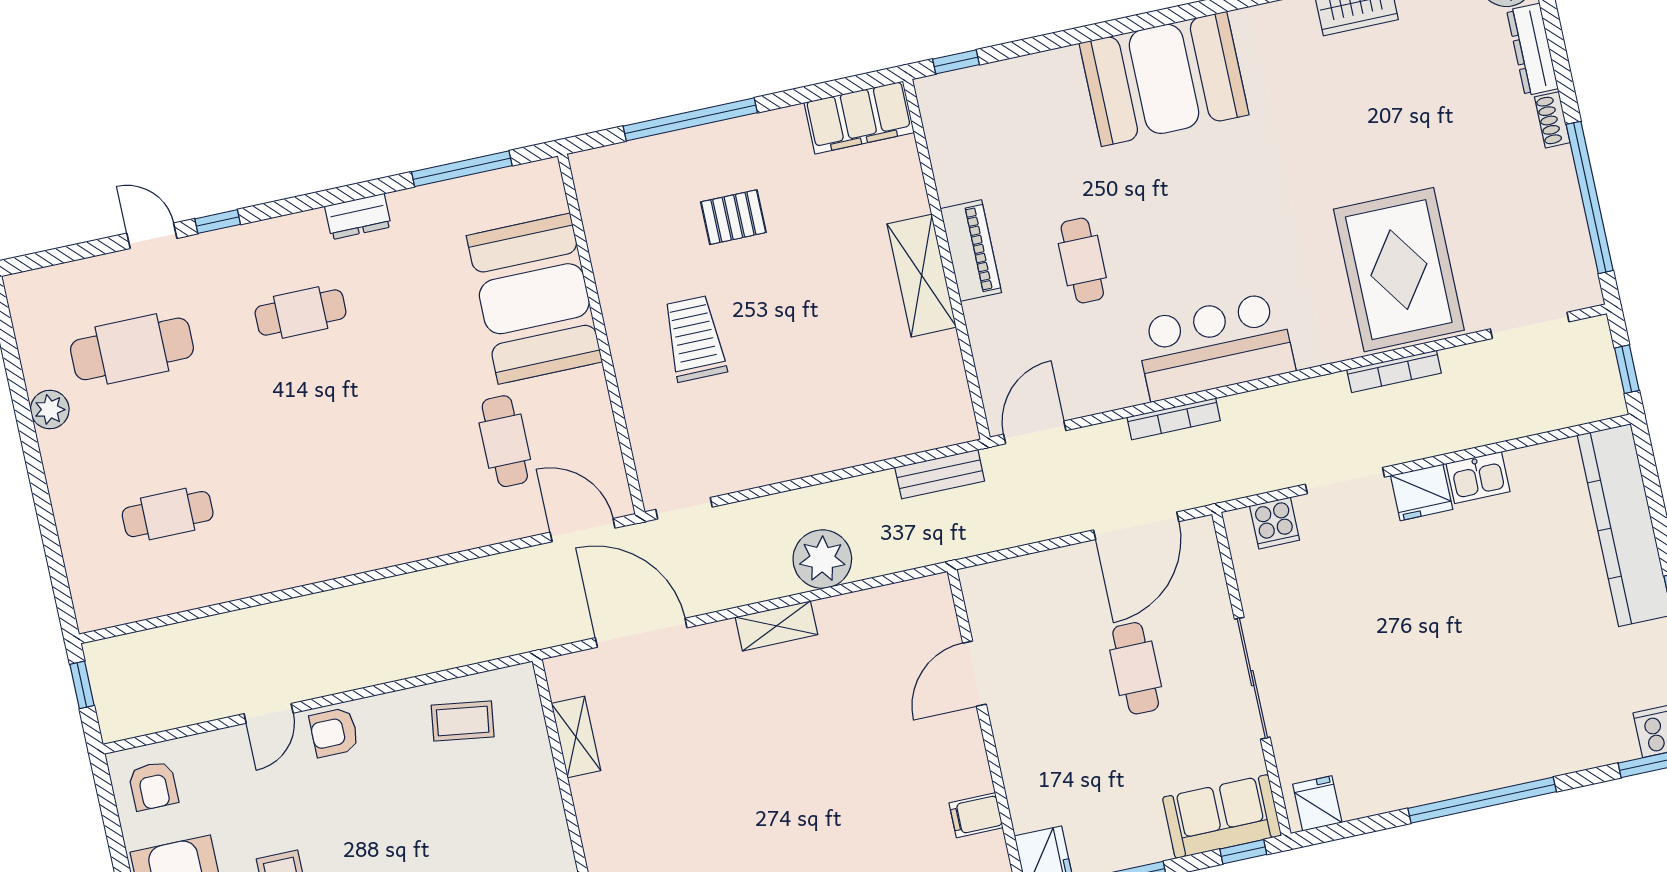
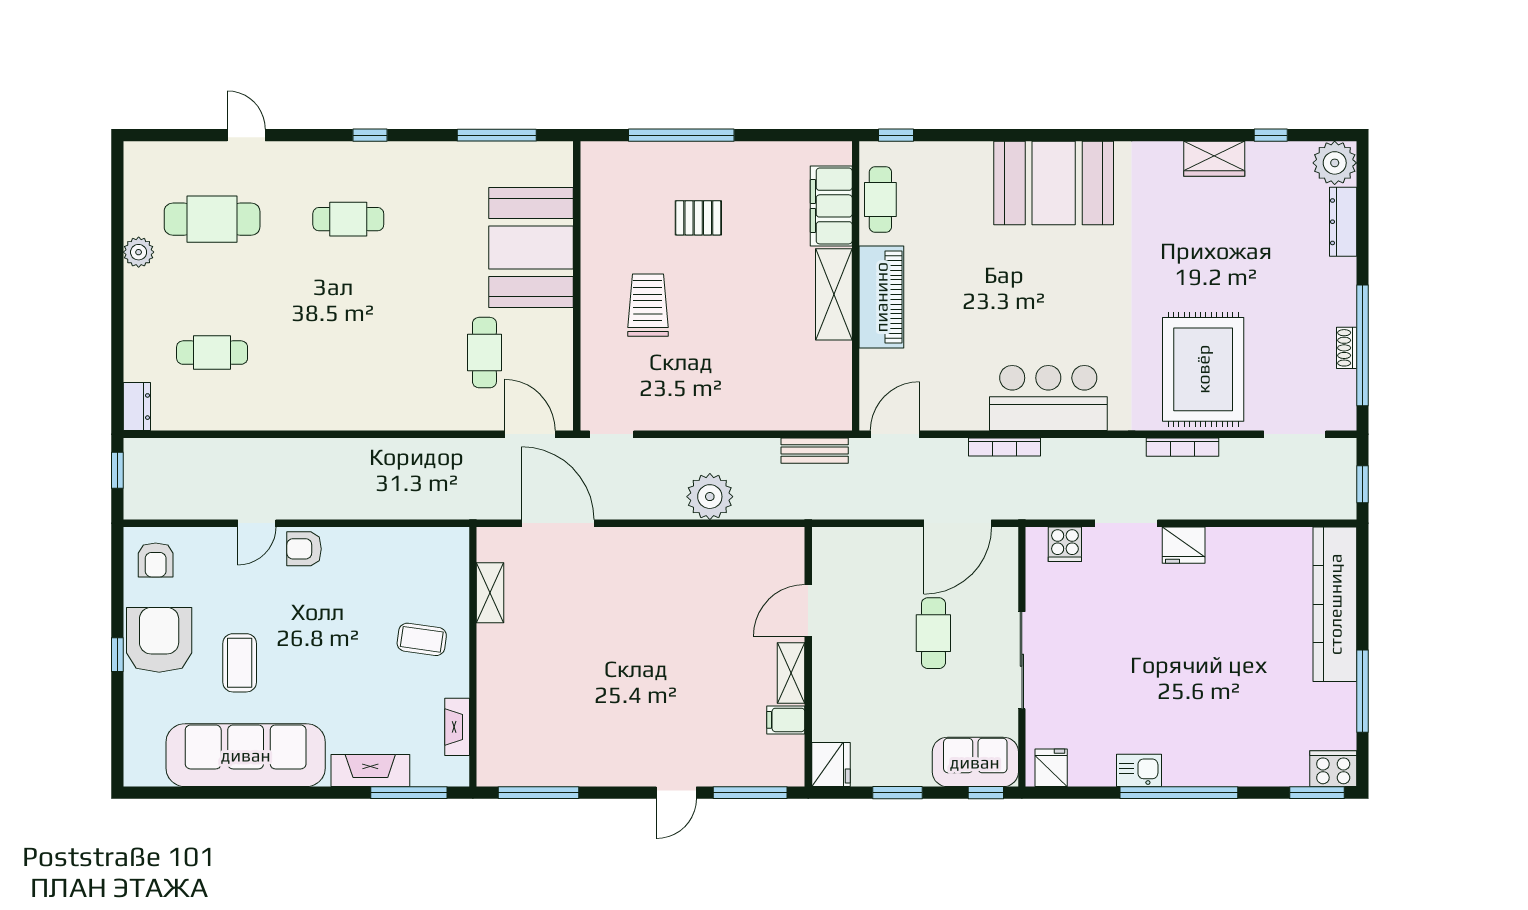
filing cabinet: (859, 118) -> (831, 206), moved, turned 90
shoe rack: (1552, 120) -> (1347, 348), moved
dresser: (358, 216) -> (137, 407), moved, turned -90
window: (218, 222) -> (370, 135), moved
piano: (971, 251) -> (881, 297), width x1.37, depth x1.33
cafe table: (1082, 261) -> (880, 200), moved
kitchen sink: (1478, 478) -> (1139, 770), moved, turned 180
shelving: (776, 626) -> (791, 673), moved, turned 90
coffee table: (463, 721) -> (422, 639), moved

